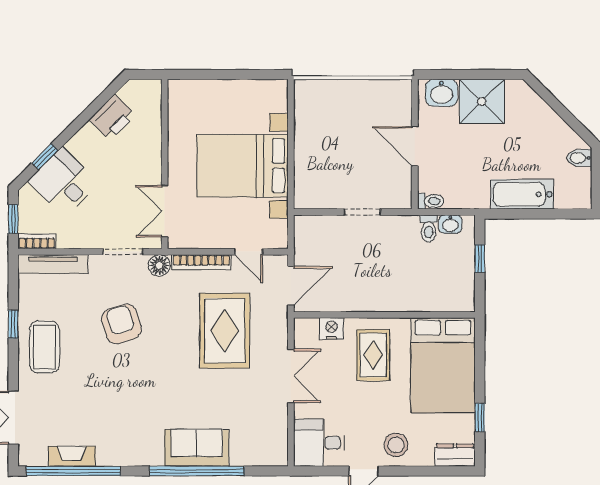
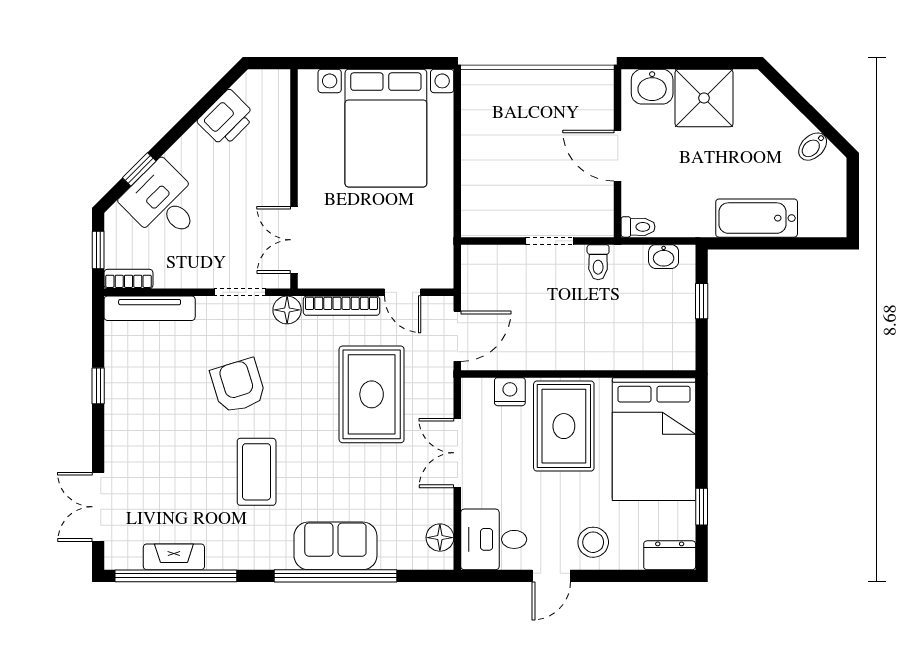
bidet: (580, 158) -> (813, 147), moved, turned -45
bed with nightstands: (242, 166) -> (386, 128), moved, turned -90
toilet: (429, 228) -> (598, 262), moved
coffee table: (45, 347) -> (257, 472), moved
rug: (373, 355) -> (564, 426), width x1.36, depth x1.43
double door: (291, 376) -> (457, 453), swing flipped
floor lamp: (277, 441) -> (440, 538), added

